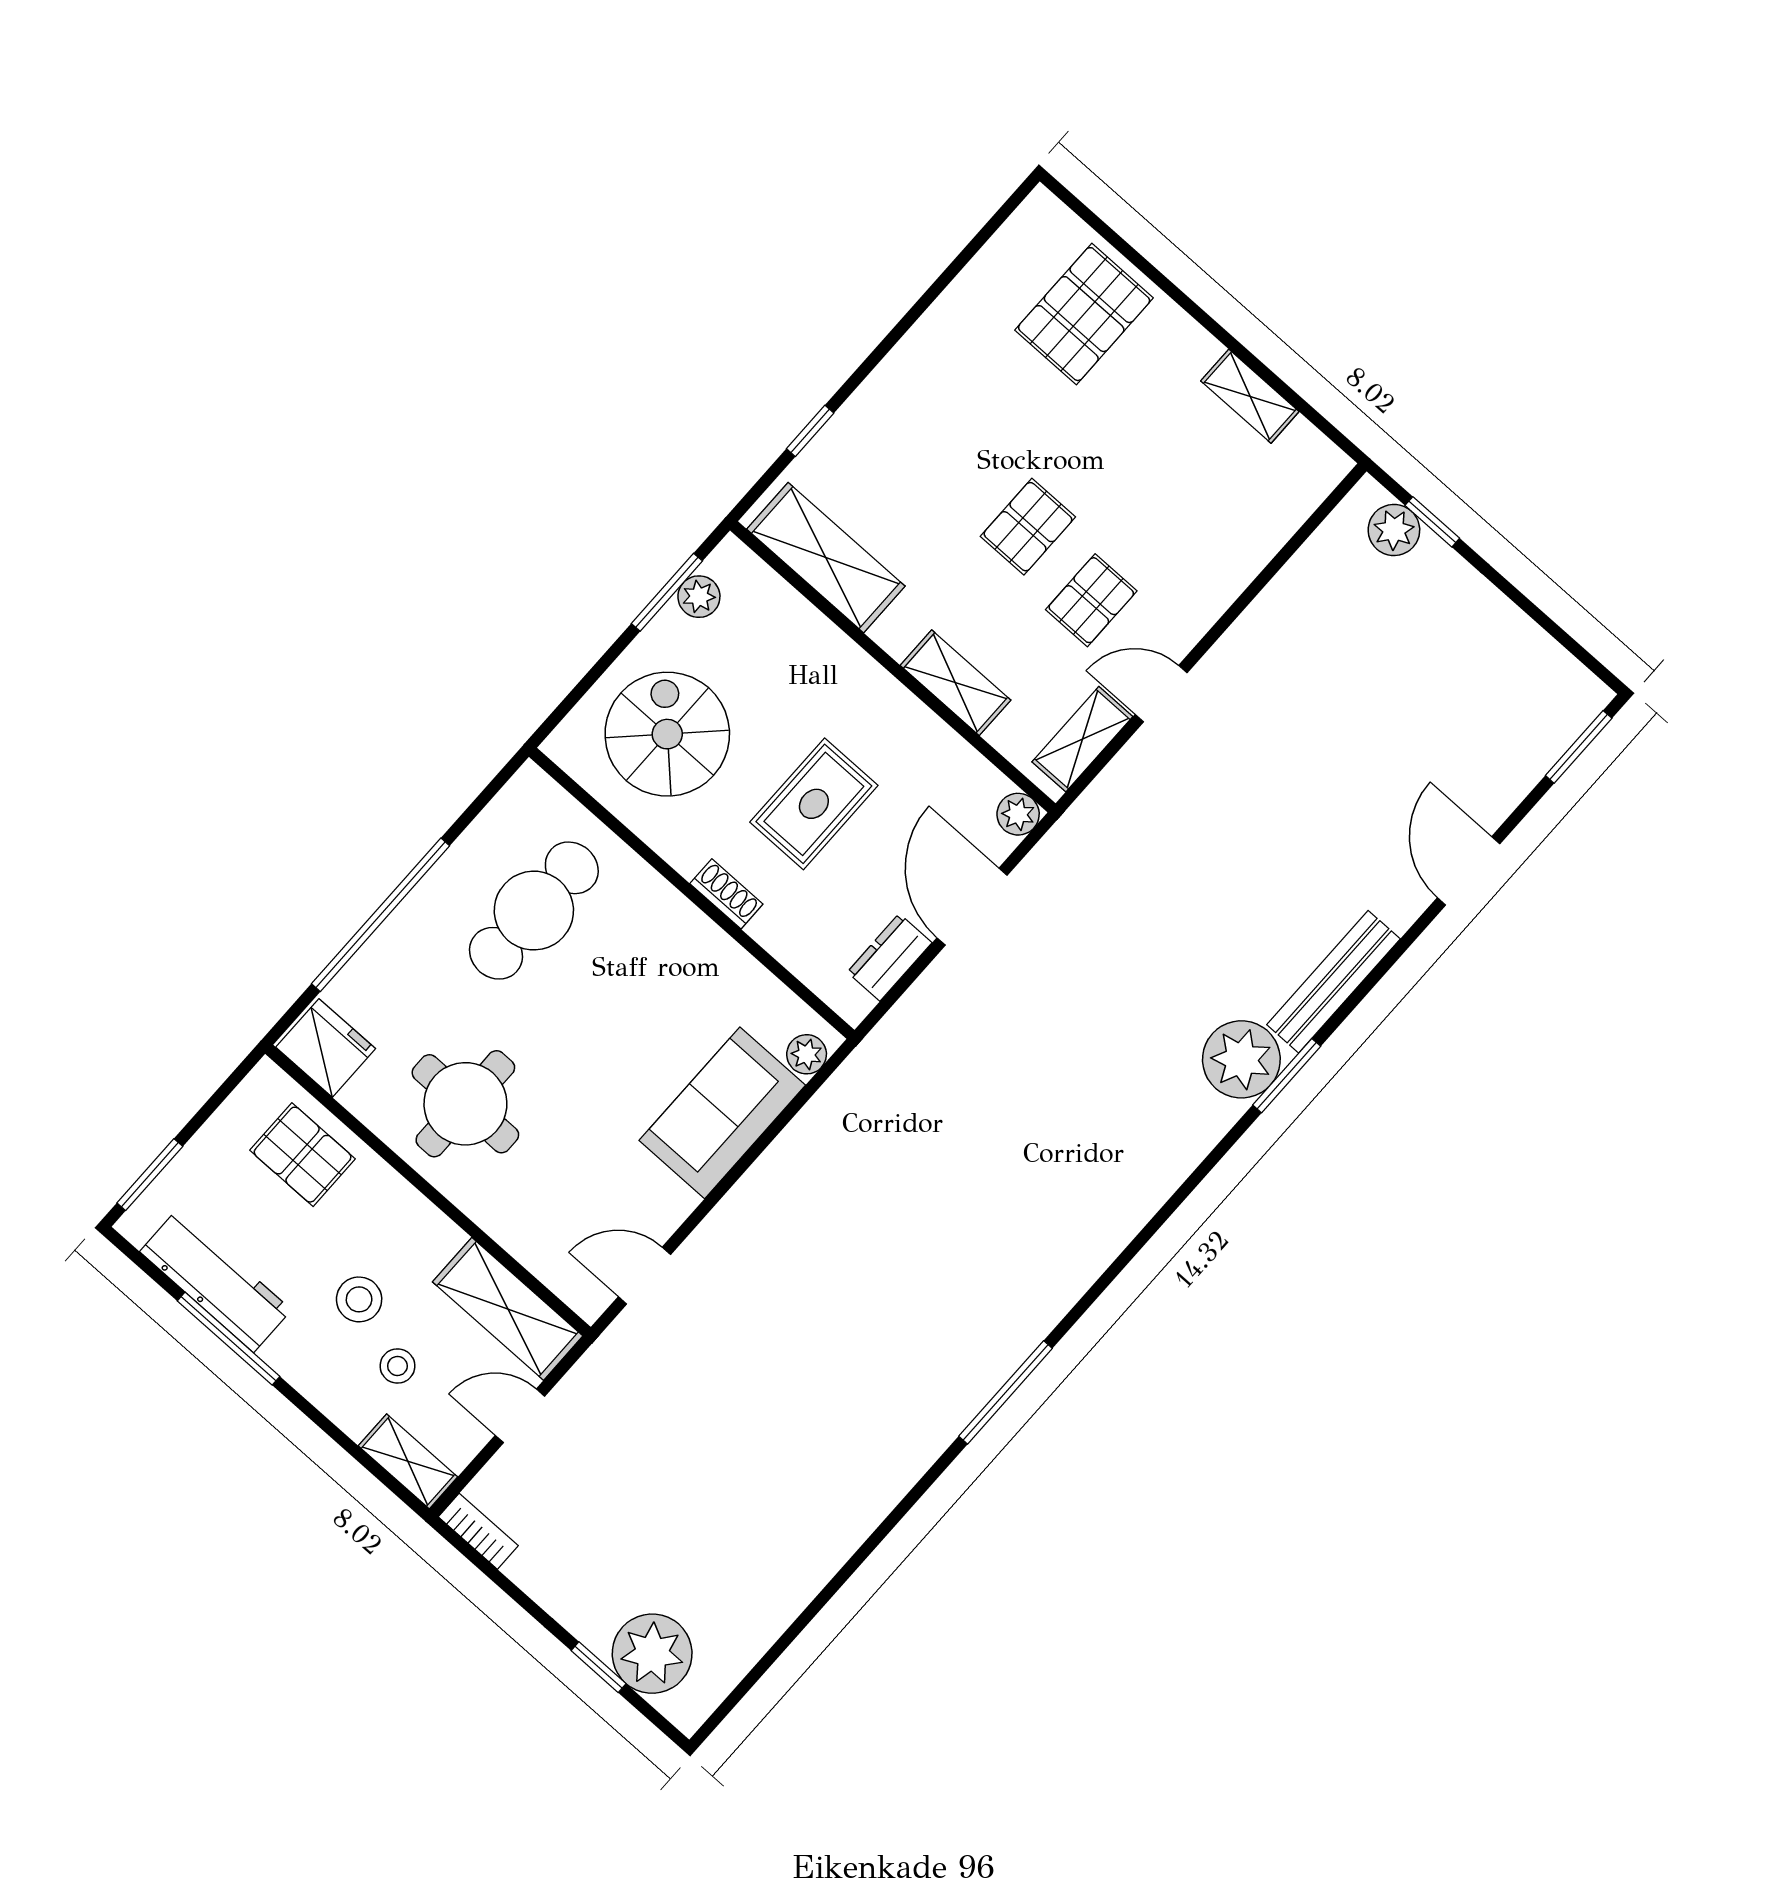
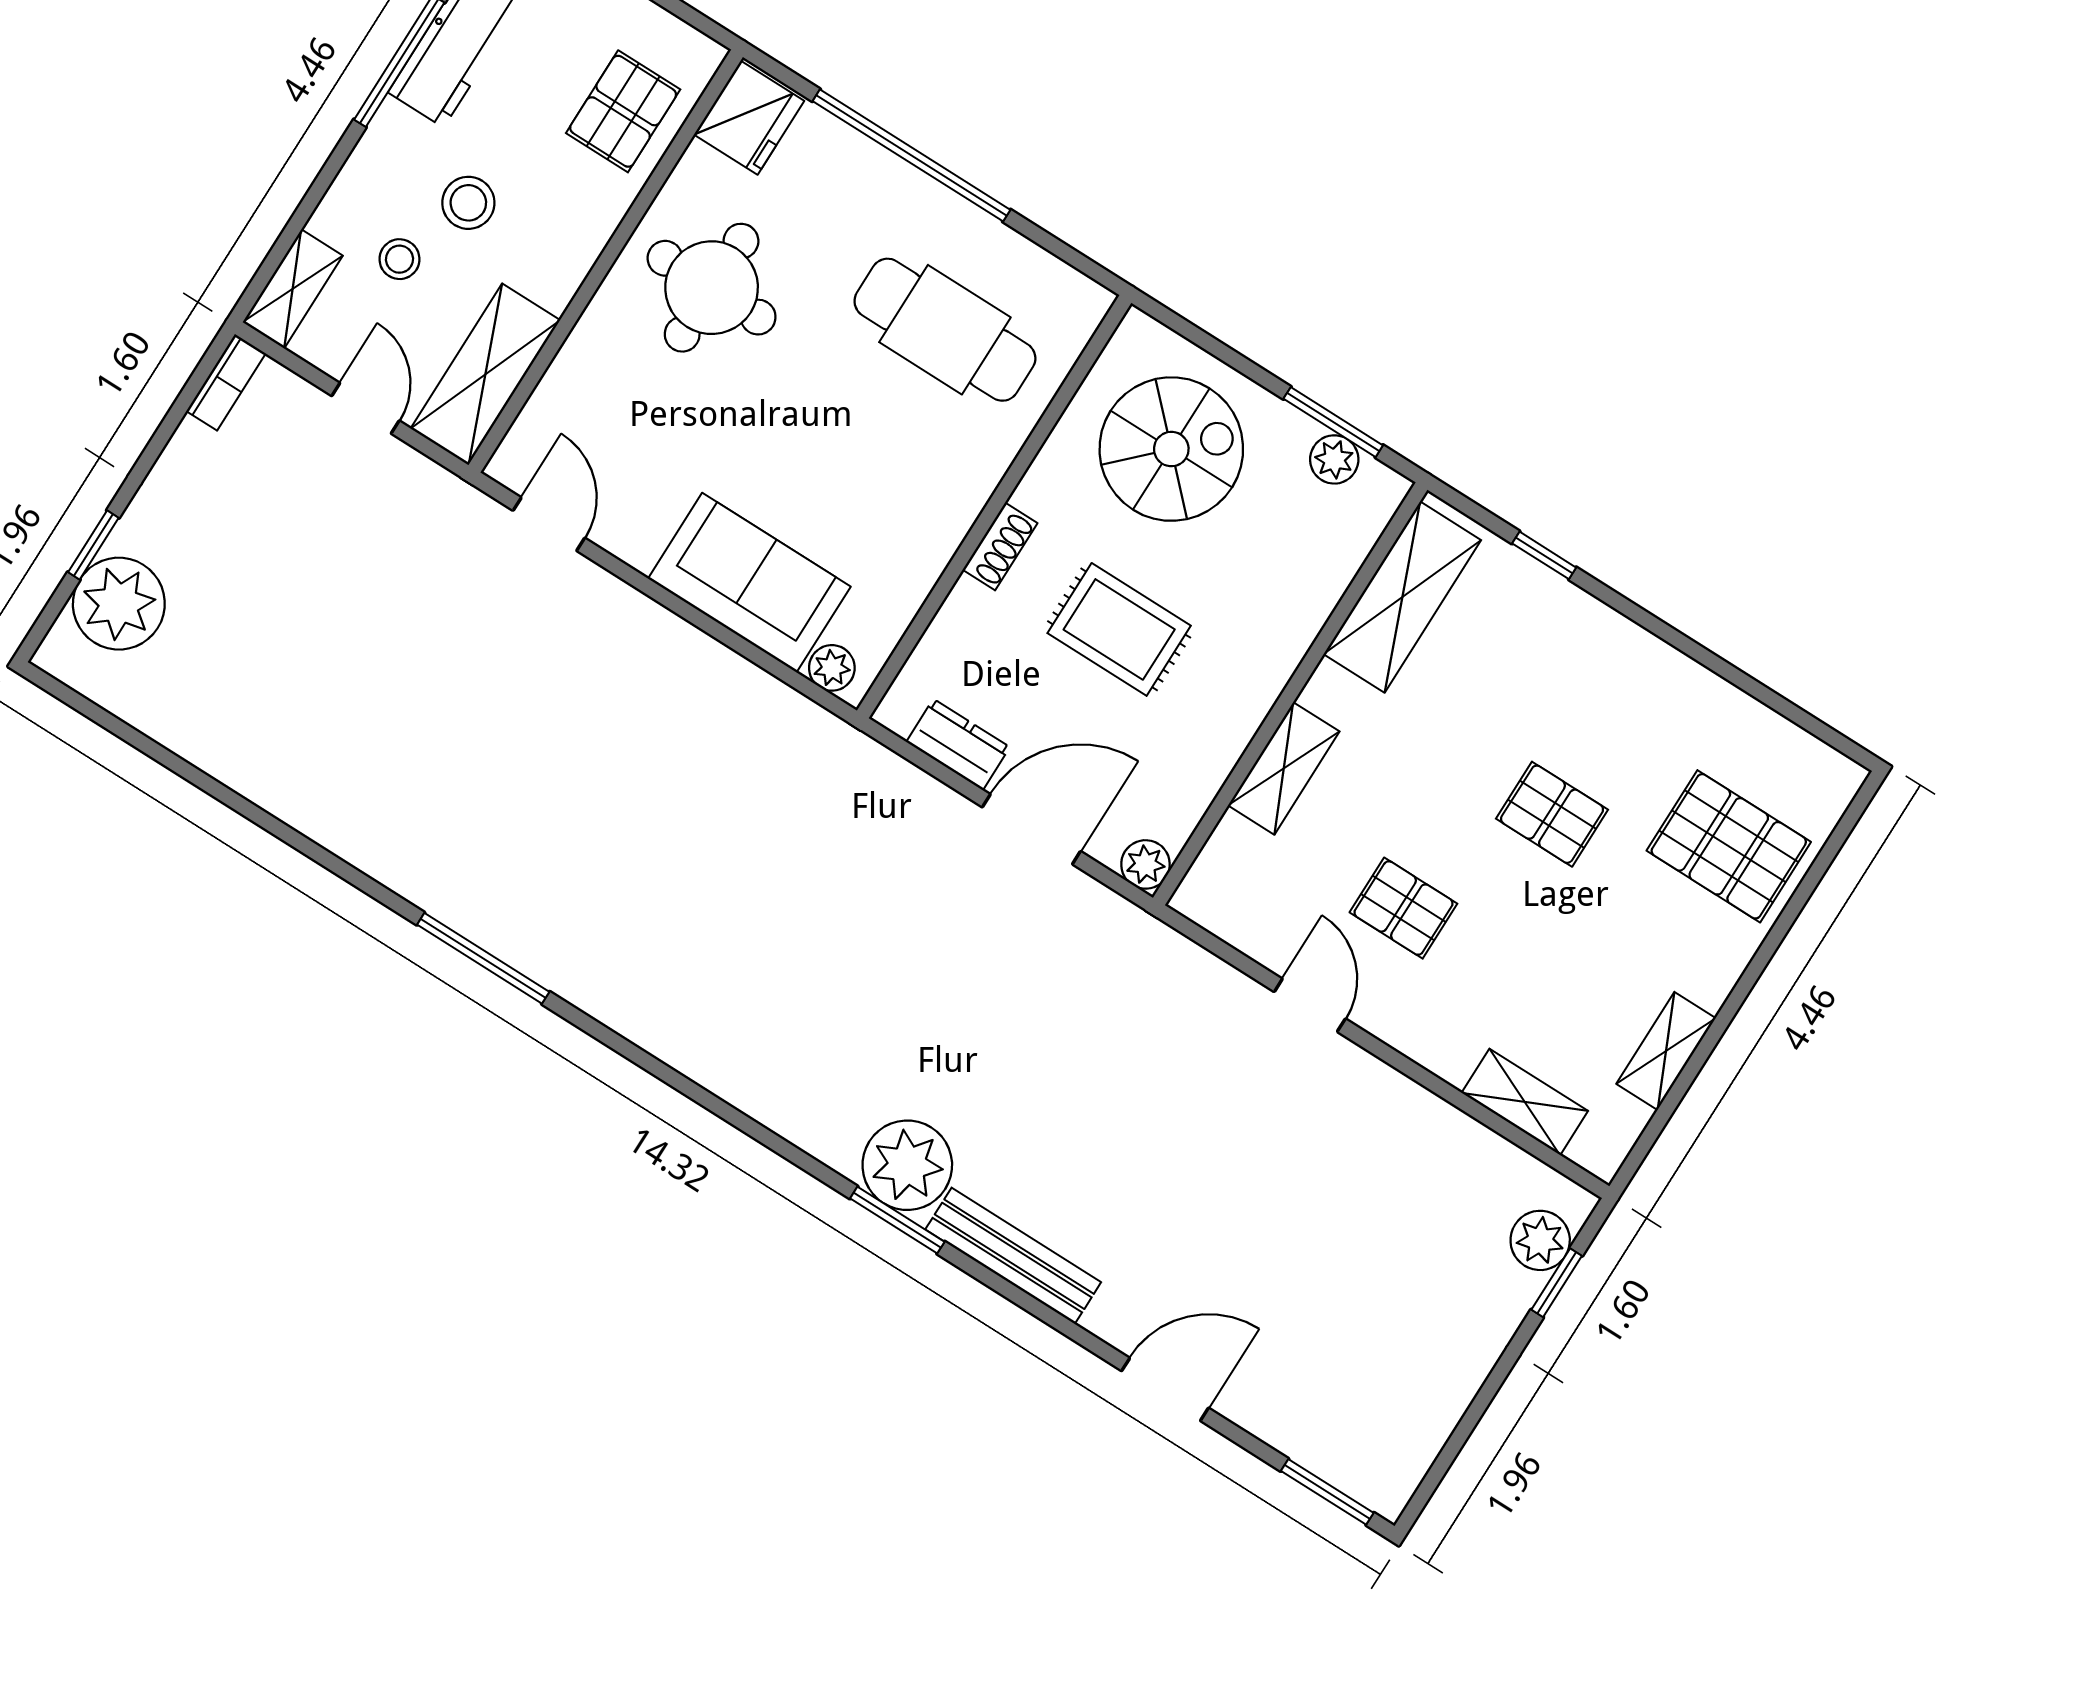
pallet: (1028, 527) -> (1552, 814), moved
shelving: (1082, 739) -> (1525, 1102), moved

